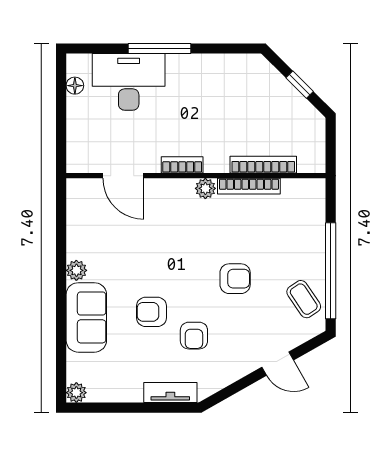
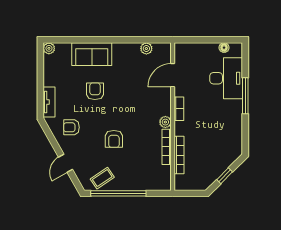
plant: (76, 270) -> (146, 49), moved
armchair: (194, 336) -> (71, 127), moved

